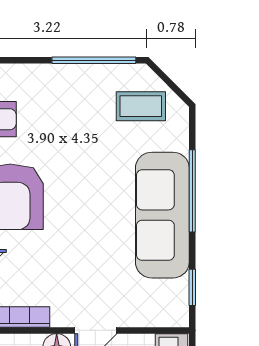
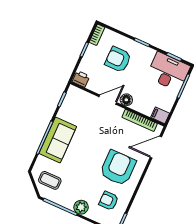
plant: (50, 80) -> (81, 207), added
sofa: (162, 215) -> (58, 140), width x0.73

